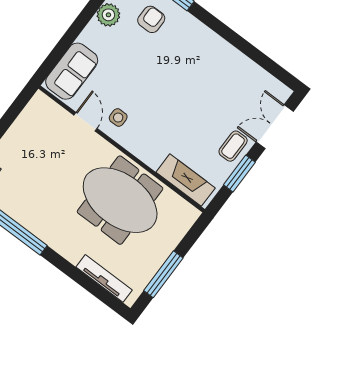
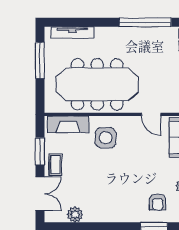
plant: (253, 74) -> (75, 215), added
side table: (118, 118) -> (106, 138), moved, width x1.87, depth x1.87
meeting table: (120, 200) -> (97, 84), width x1.36

